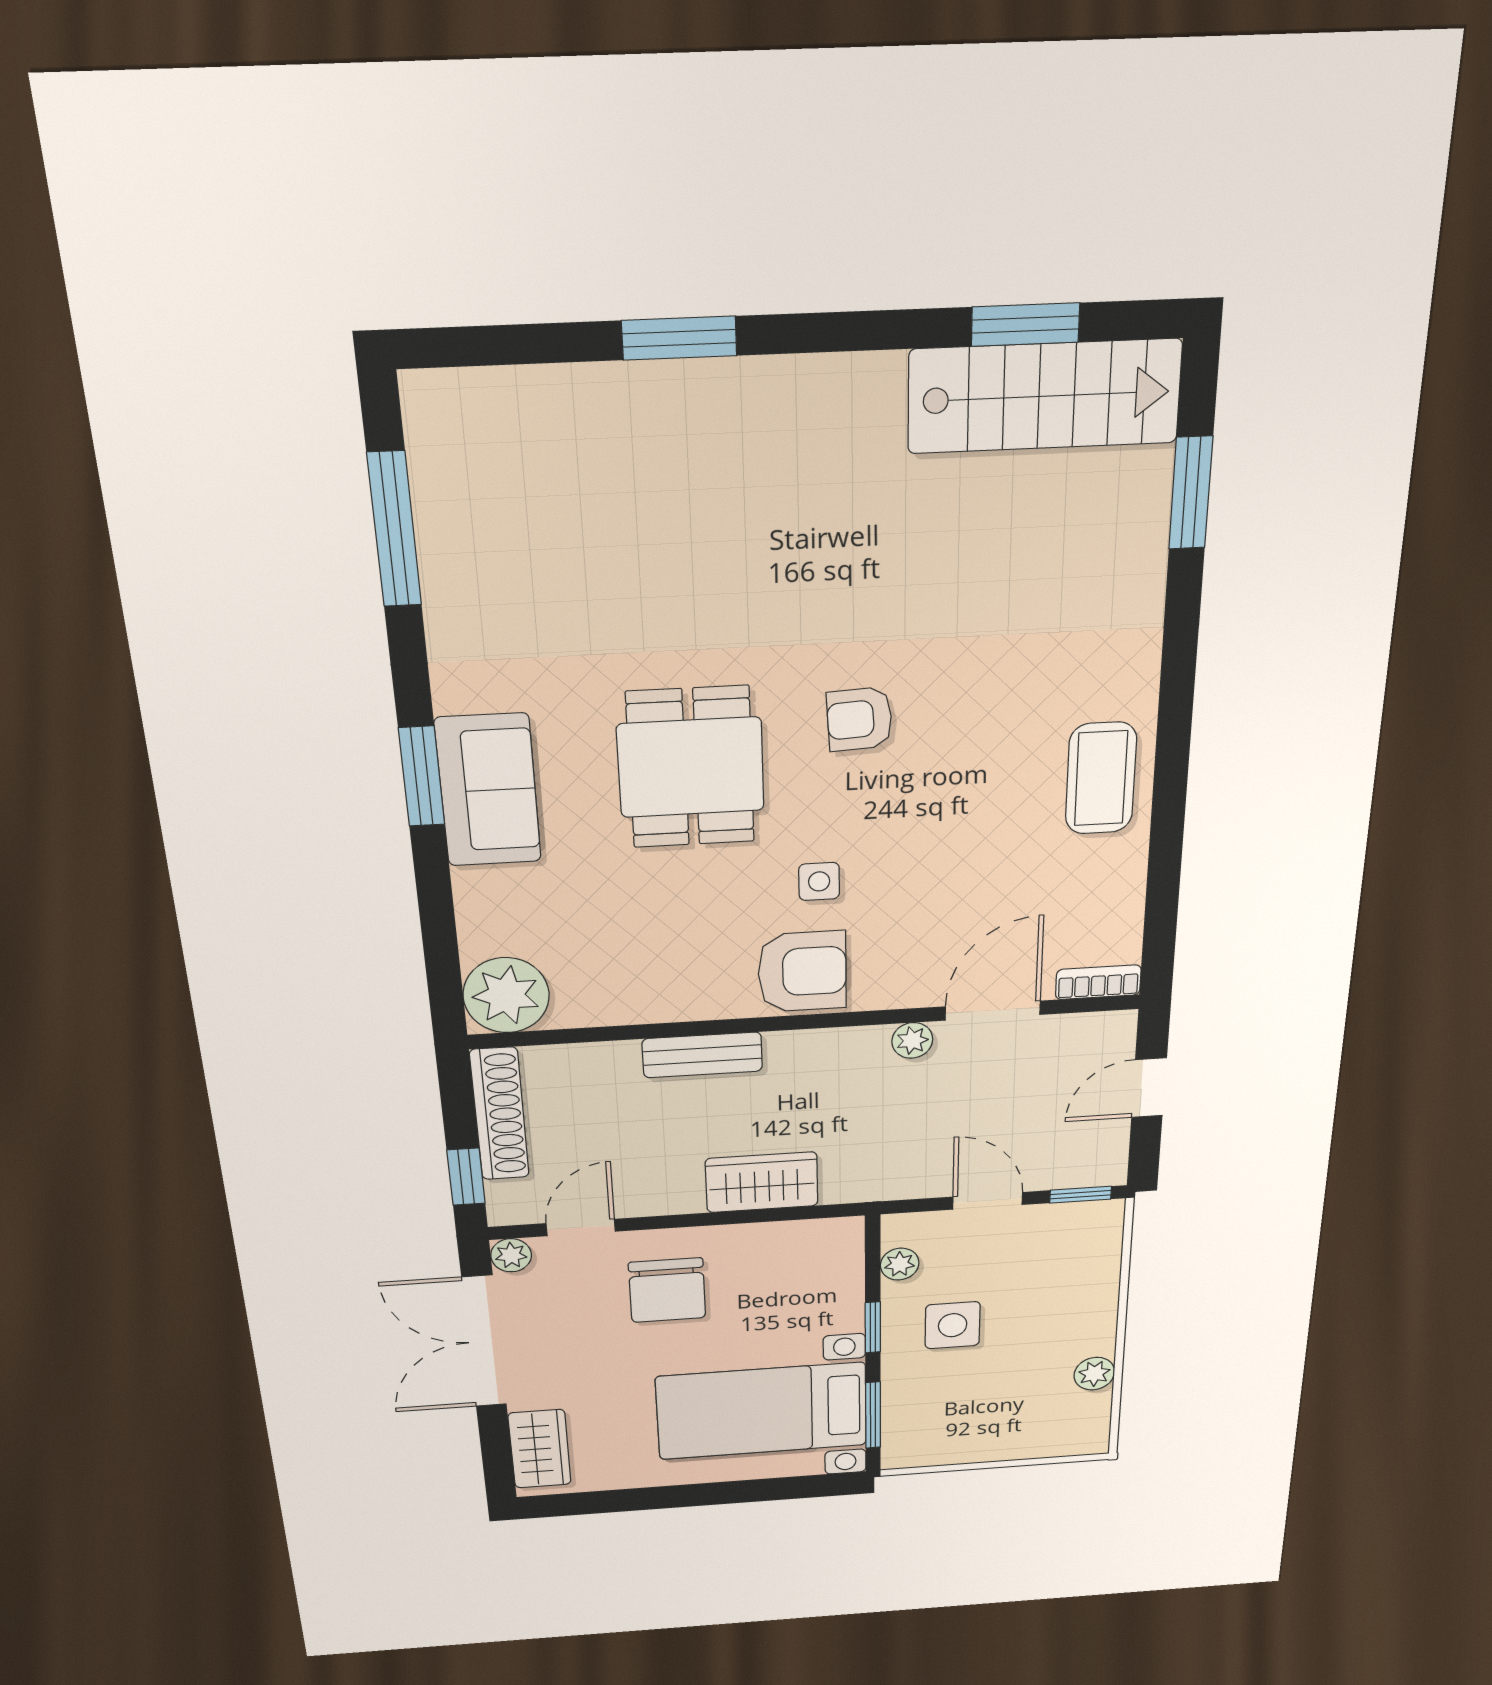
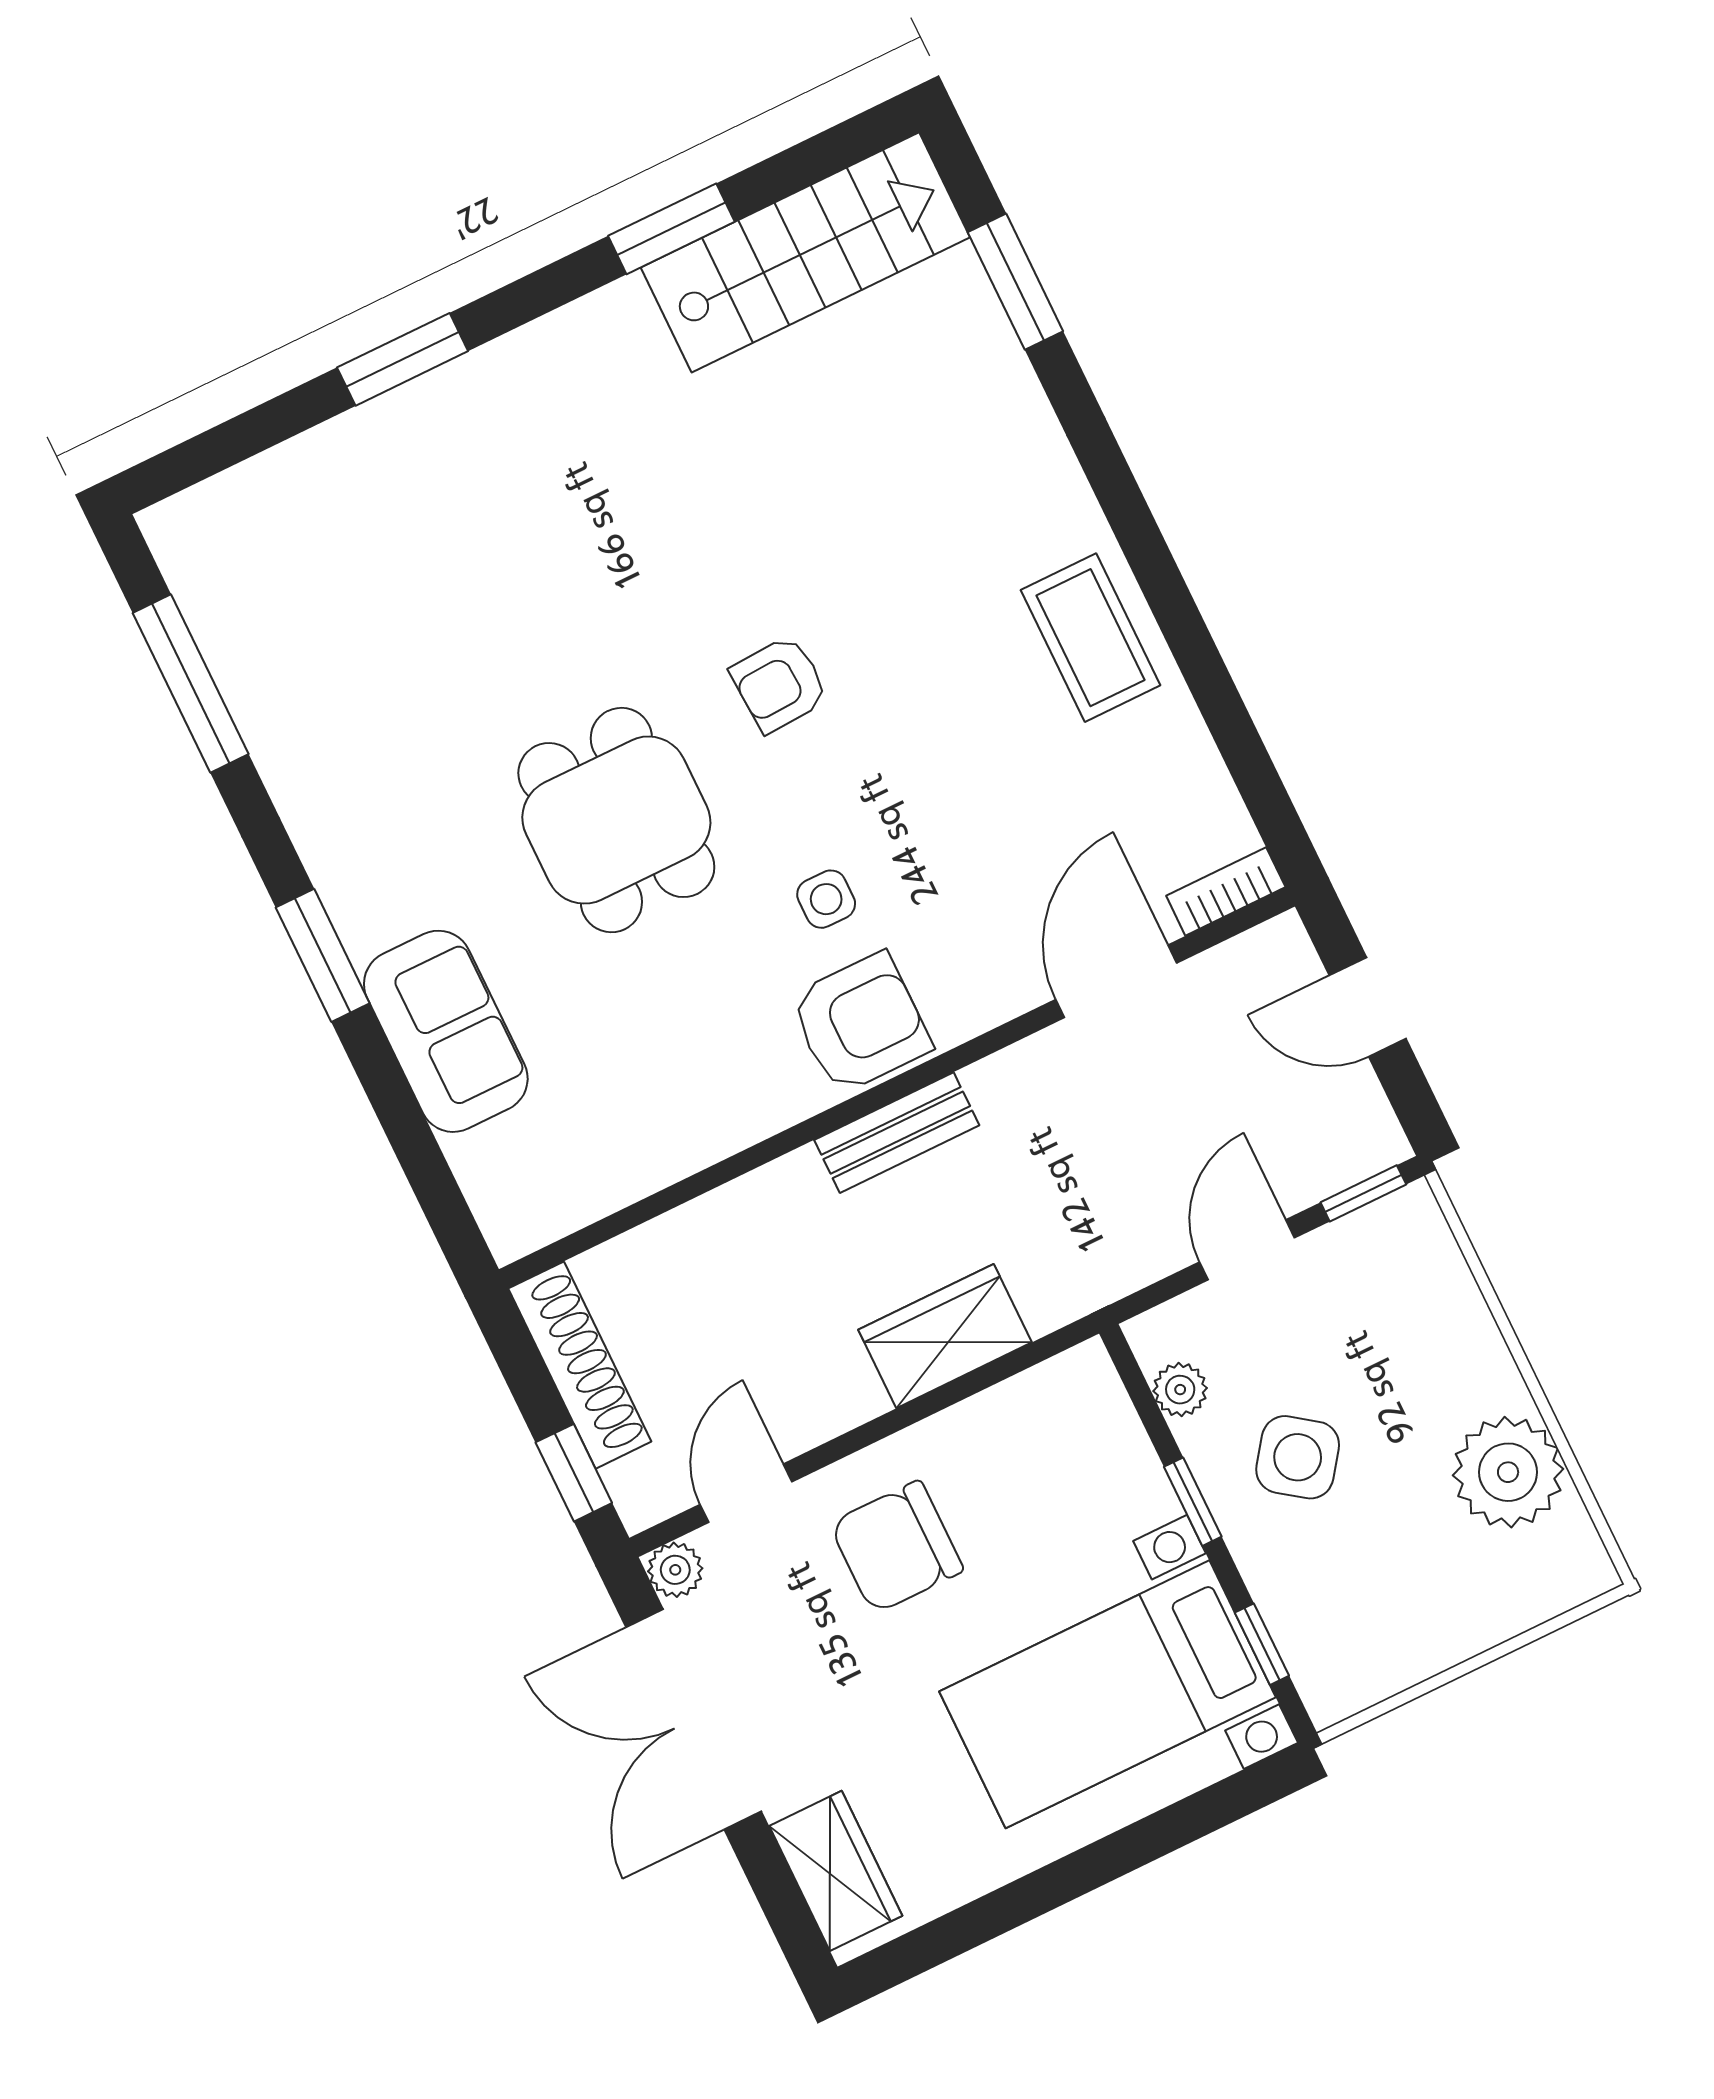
window: (1025, 325) -> (671, 229), moved
sofa: (488, 790) -> (446, 1031), moved
plant: (506, 995) -> (524, 1197), removed
plant: (912, 1040) -> (1038, 1061), removed
bench: (702, 1055) -> (897, 1133), moved
door: (1149, 1088) -> (1368, 1007), hinge flipped
door: (988, 1201) -> (1247, 1250), hinge flipped
chair: (667, 1290) -> (896, 1547), turned 90
side table: (953, 1325) -> (1298, 1457), turned 36
plant: (1094, 1374) -> (1508, 1472), width x1.88, depth x1.88
window: (873, 1415) -> (1262, 1644), width x0.67

